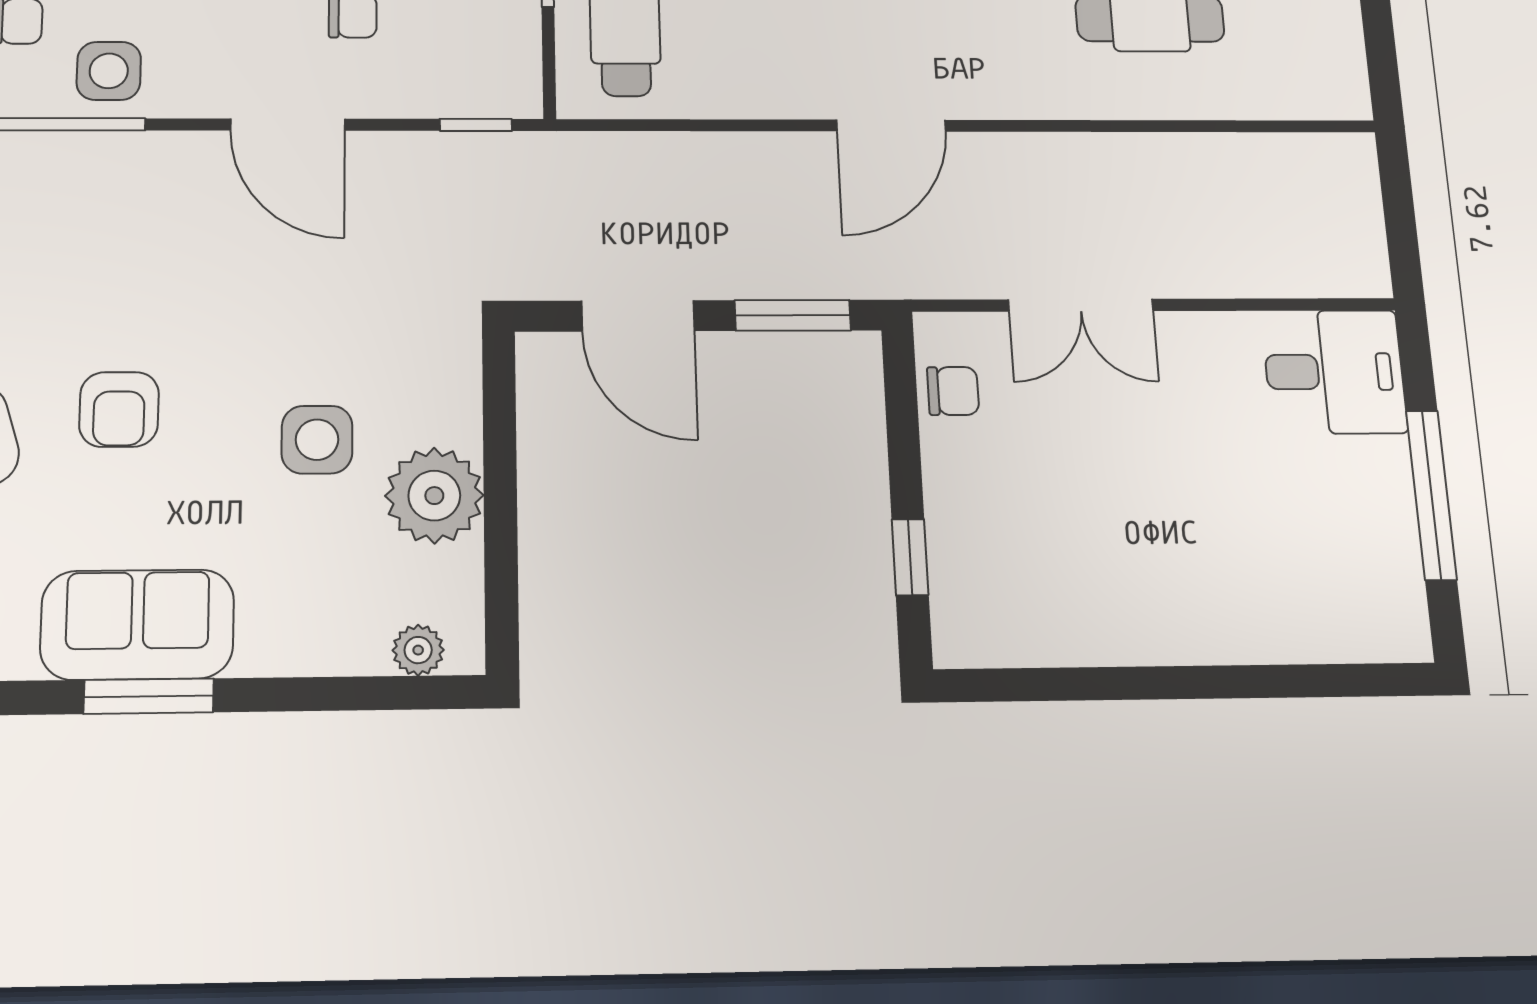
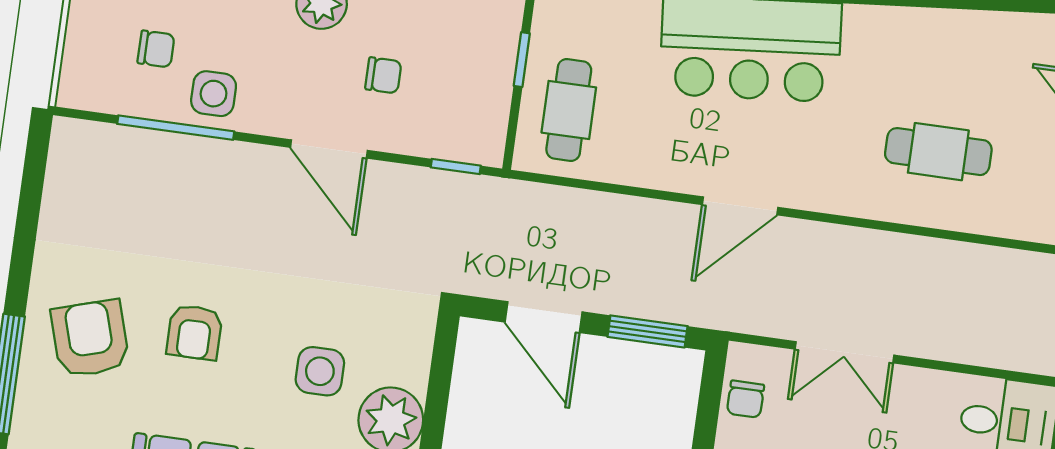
chair: (953, 391) -> (746, 399), turned 90

